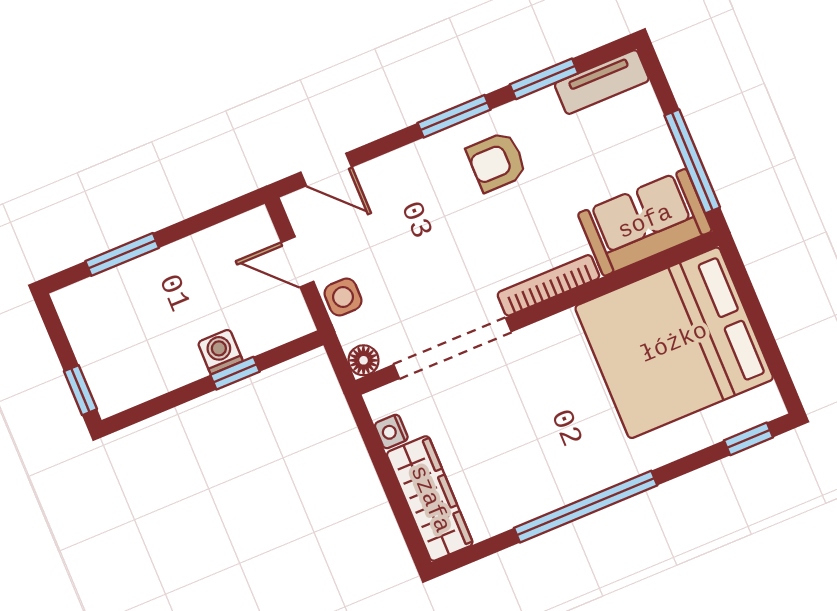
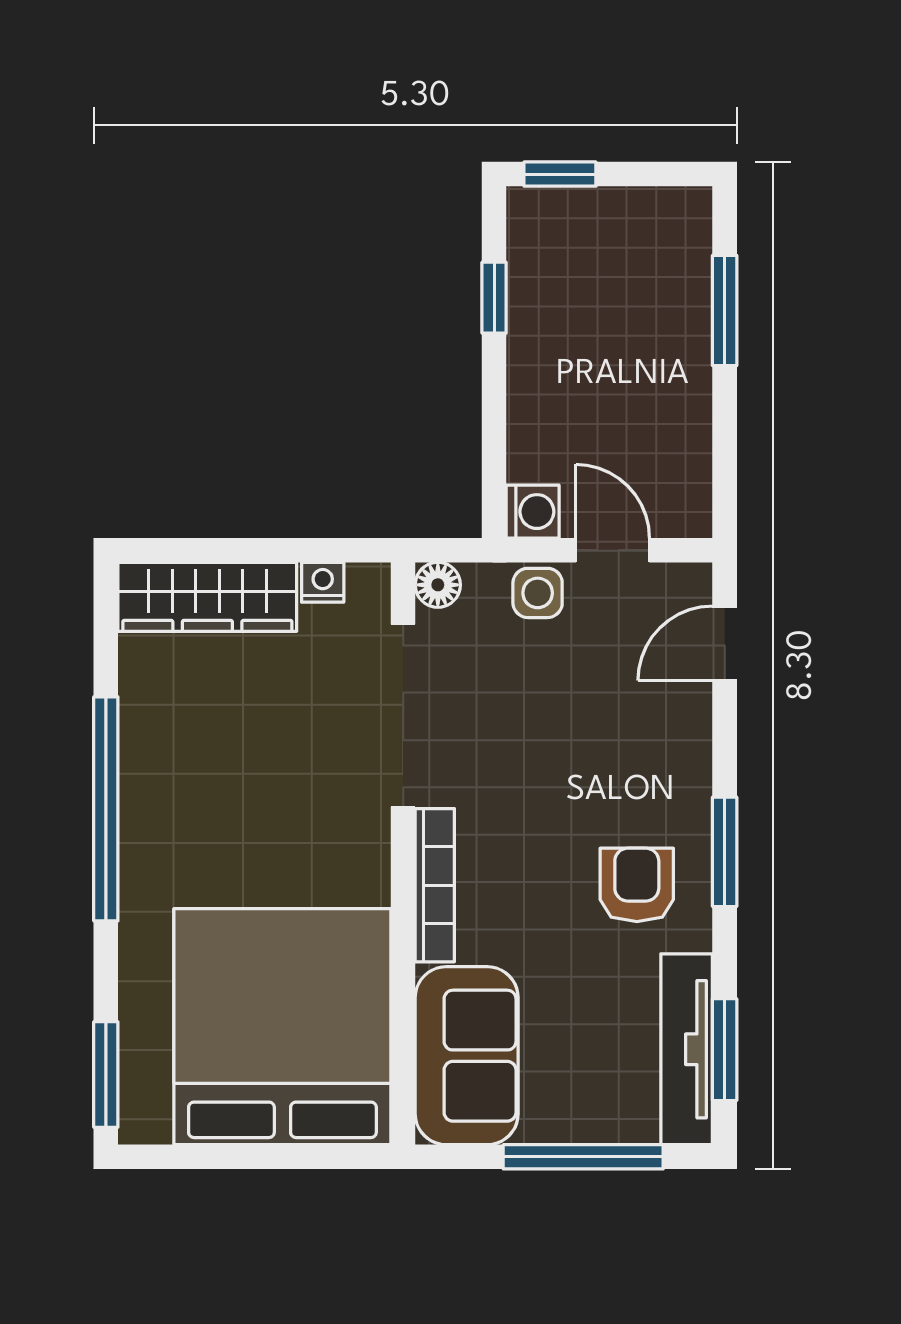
window: (544, 79) -> (725, 1050), moved
tv unit: (602, 82) -> (687, 1049), width x1.41
window: (692, 161) -> (583, 1157), moved
door: (298, 262) -> (613, 550), hinge flipped
washing machine: (220, 352) -> (533, 512), moved
window: (235, 373) -> (494, 298), moved
window: (748, 439) -> (106, 1074), width x1.50

